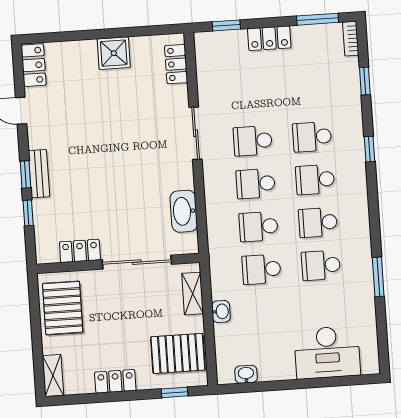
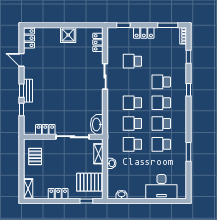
school desk: (253, 141) -> (132, 61), moved
washbasin: (184, 211) -> (97, 124), moved
pallet: (63, 308) -> (35, 156), width x0.67, depth x0.71

